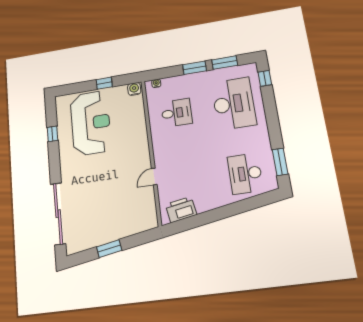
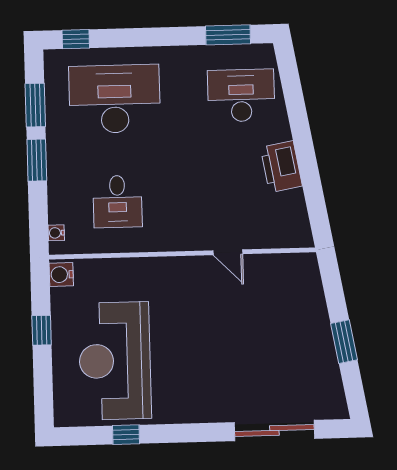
desk: (177, 113) -> (117, 202), turned 180
reception desk: (91, 123) -> (115, 361), turned -90
desk: (245, 174) -> (241, 95), turned 180
printer: (181, 210) -> (281, 167), moved
sliding door: (58, 214) -> (274, 431), width x0.73

